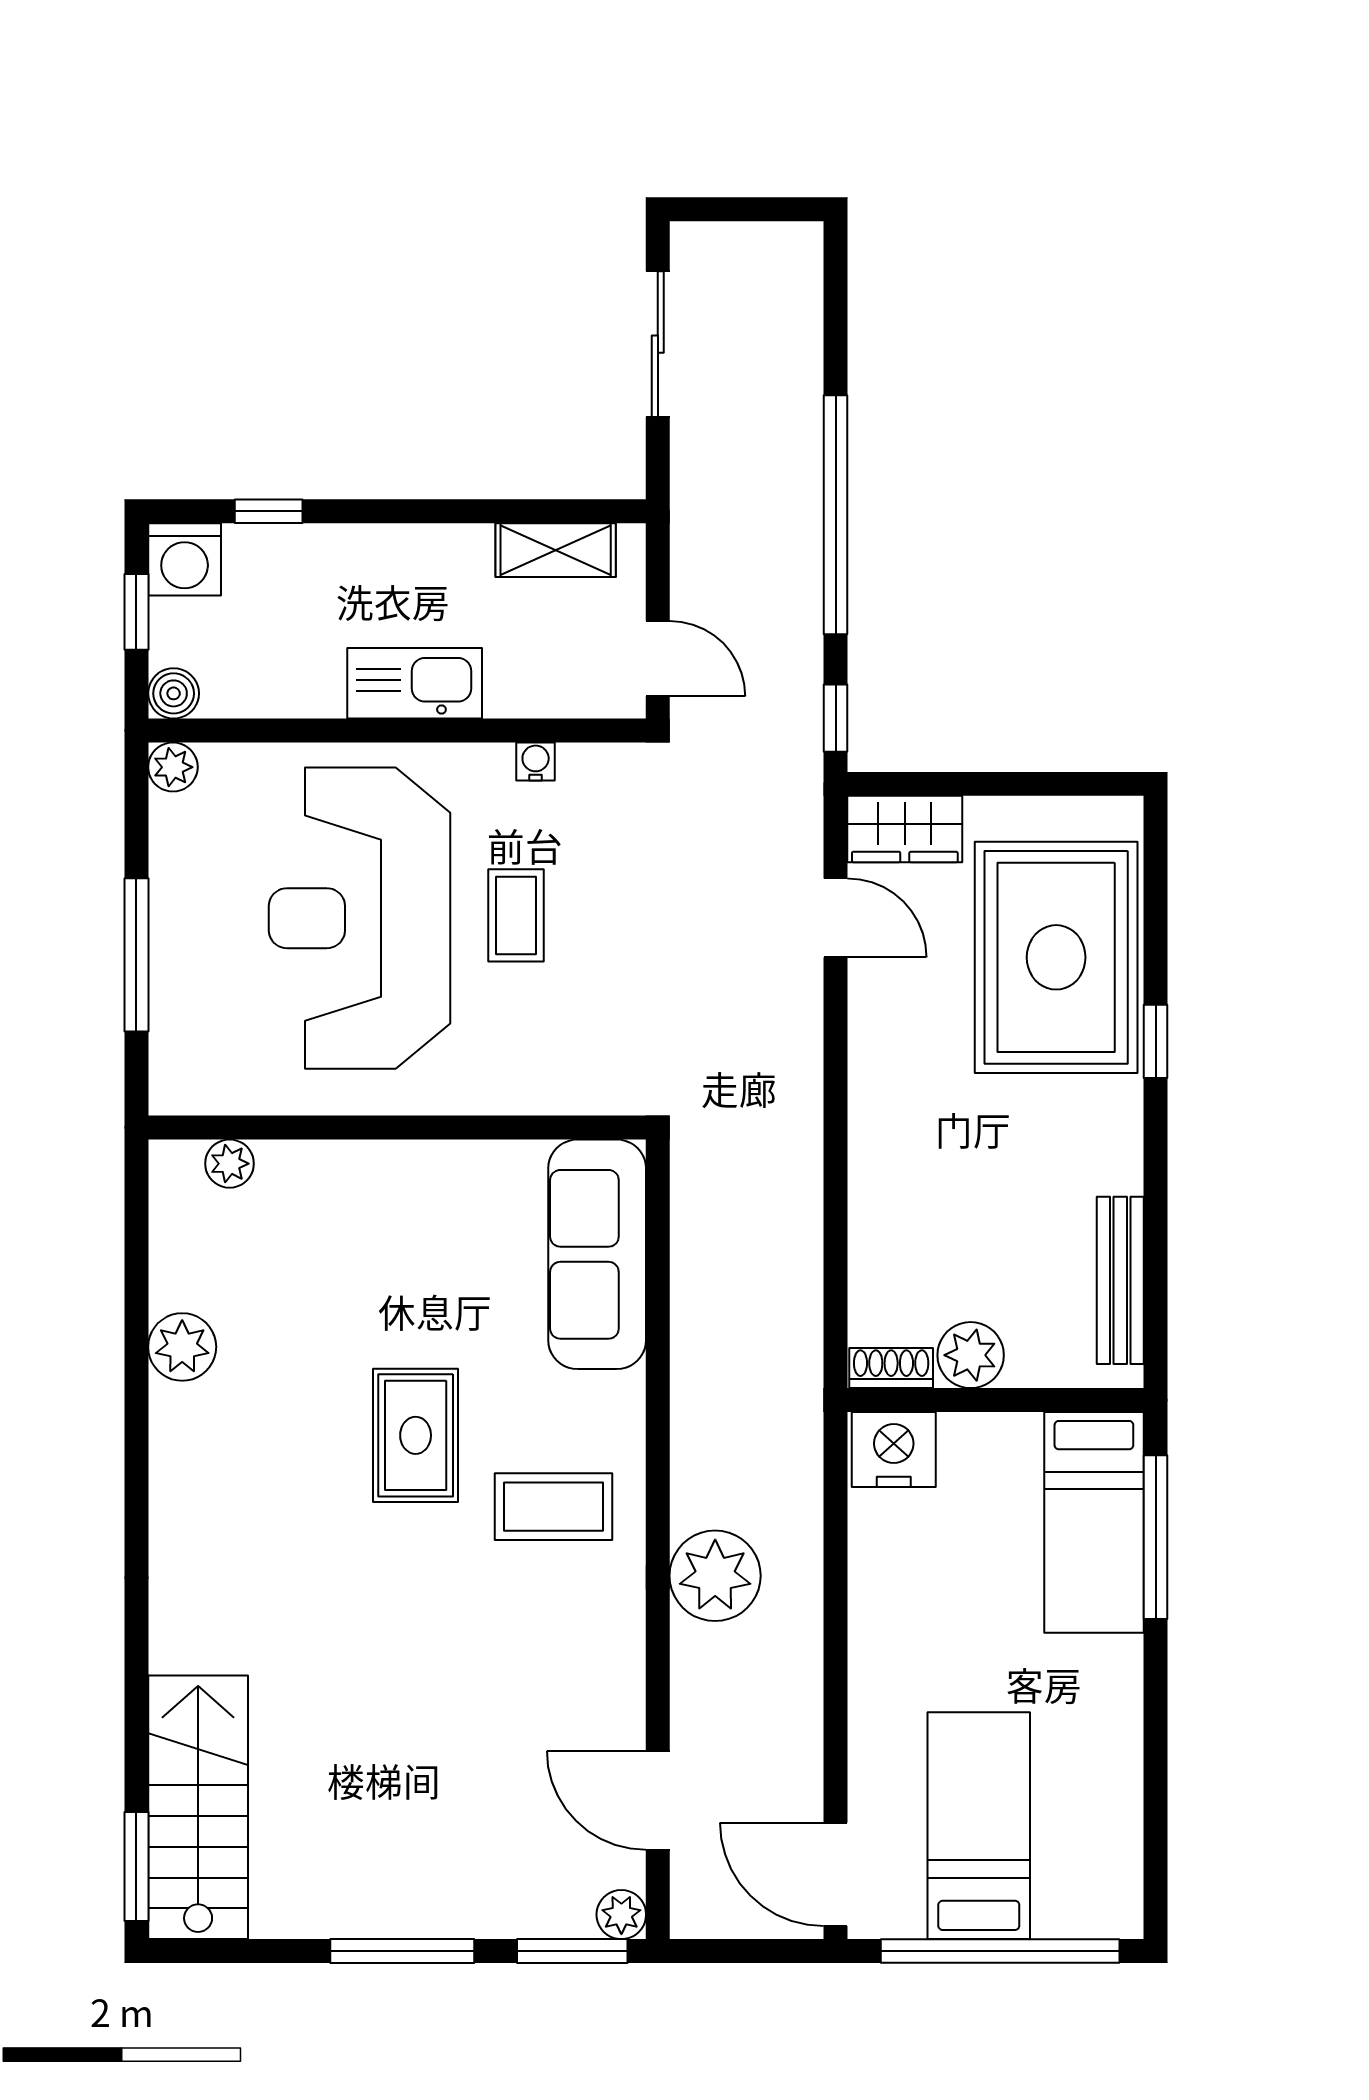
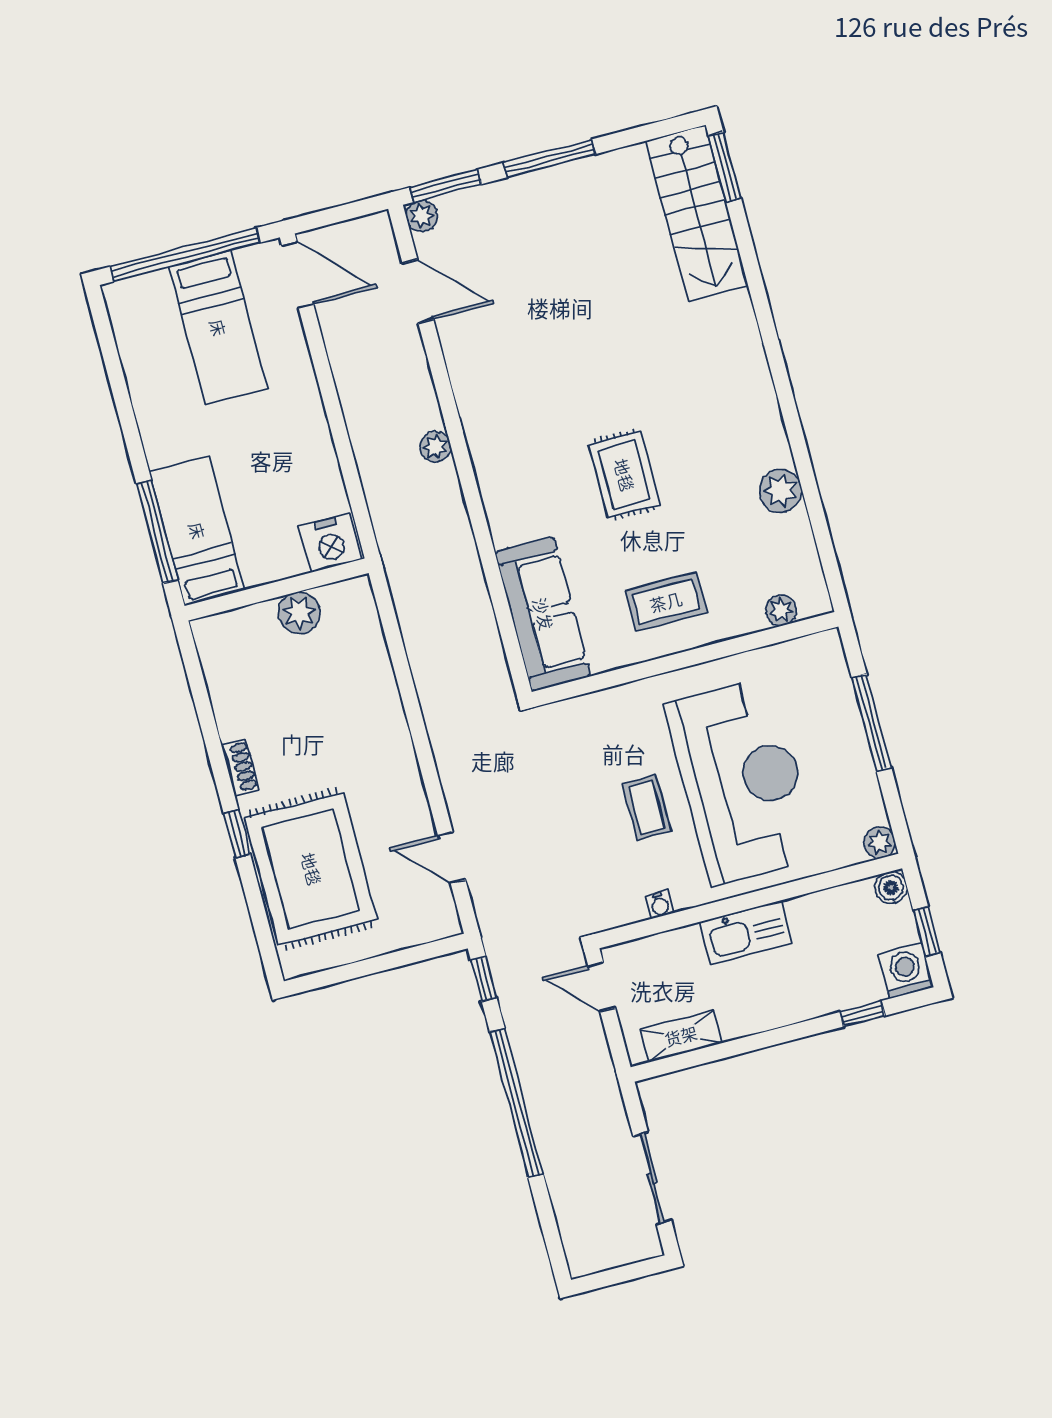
wardrobe: (905, 829) -> (424, 923), removed
bench: (1120, 1280) -> (220, 682), removed
shoe rack: (891, 1368) -> (240, 767), moved, turned -90
coffee table: (553, 1507) -> (666, 602), moved
plant: (715, 1576) -> (435, 447), width x0.53, depth x0.53

